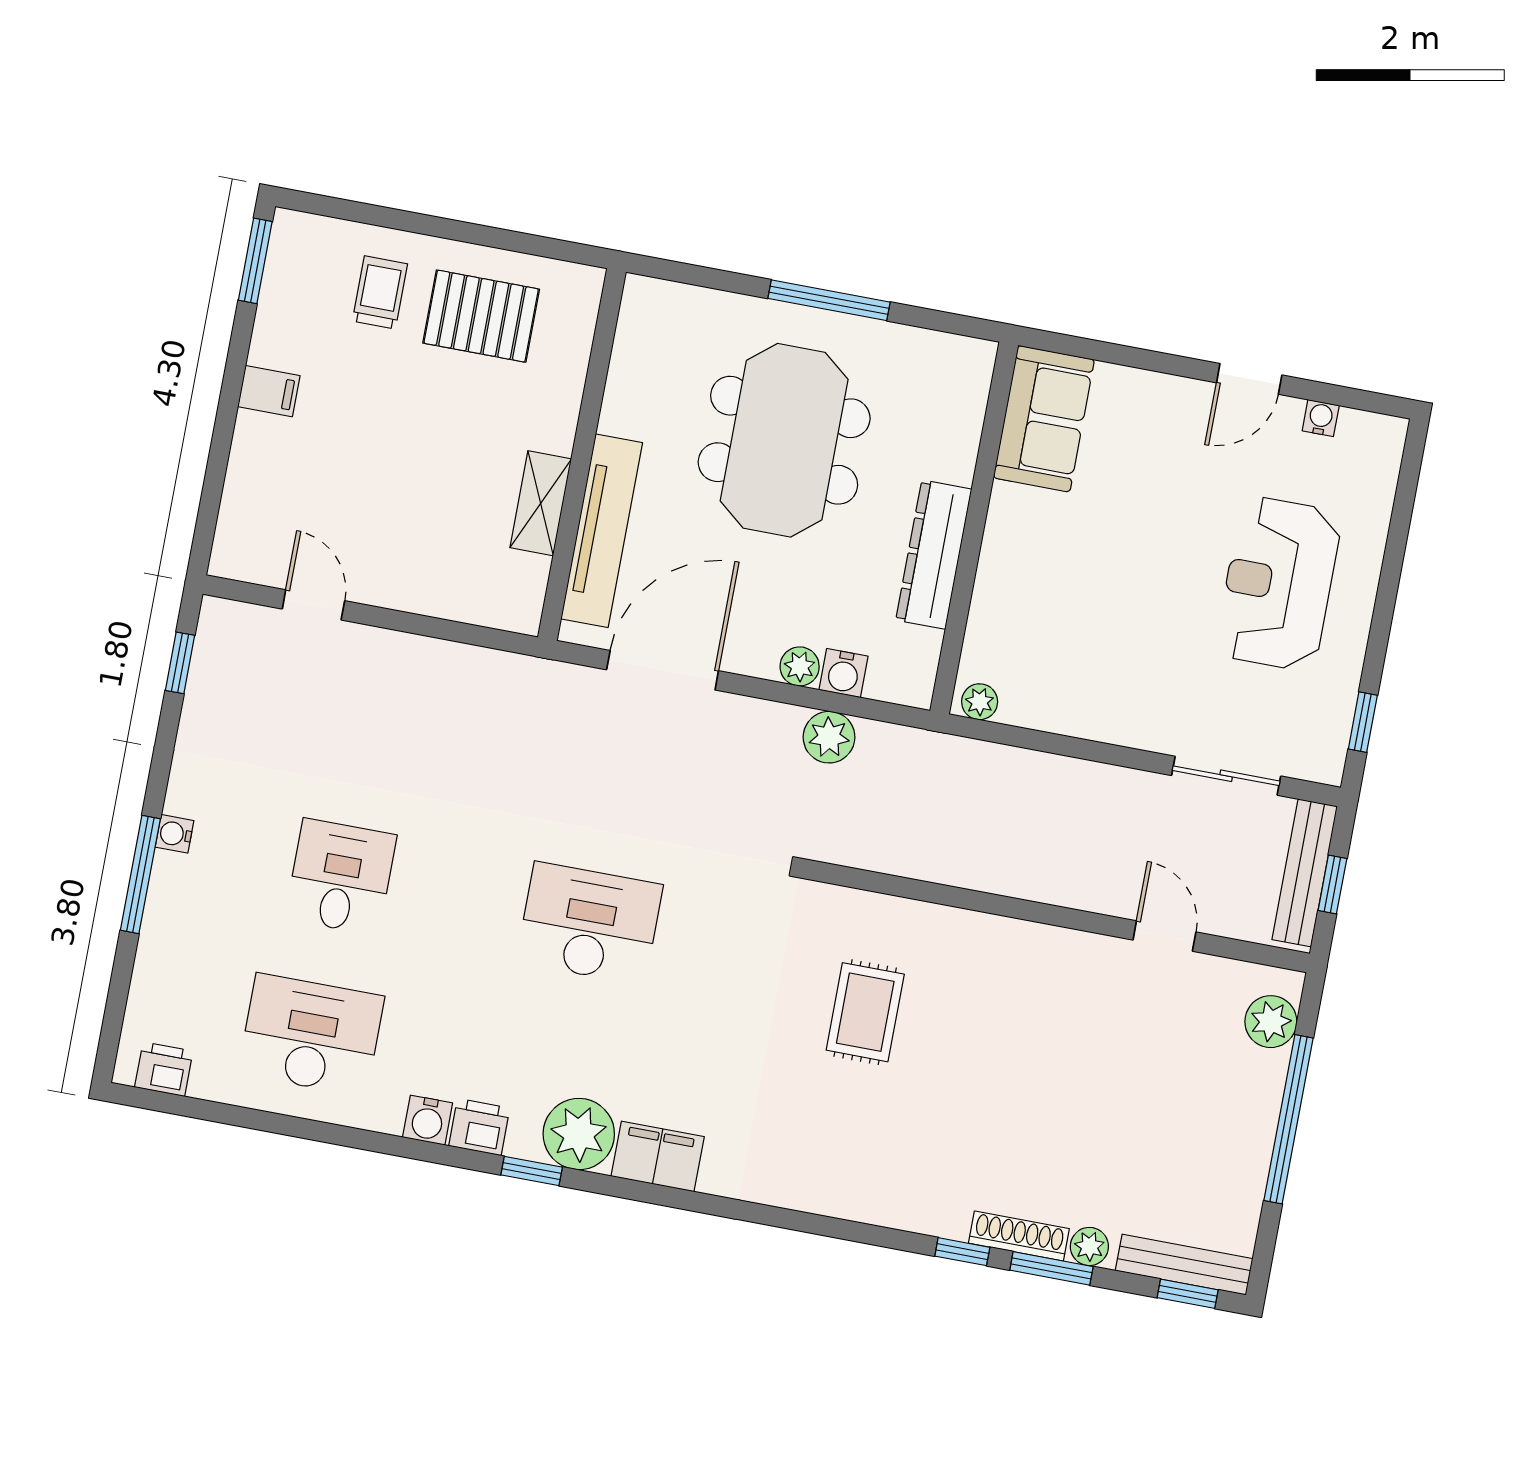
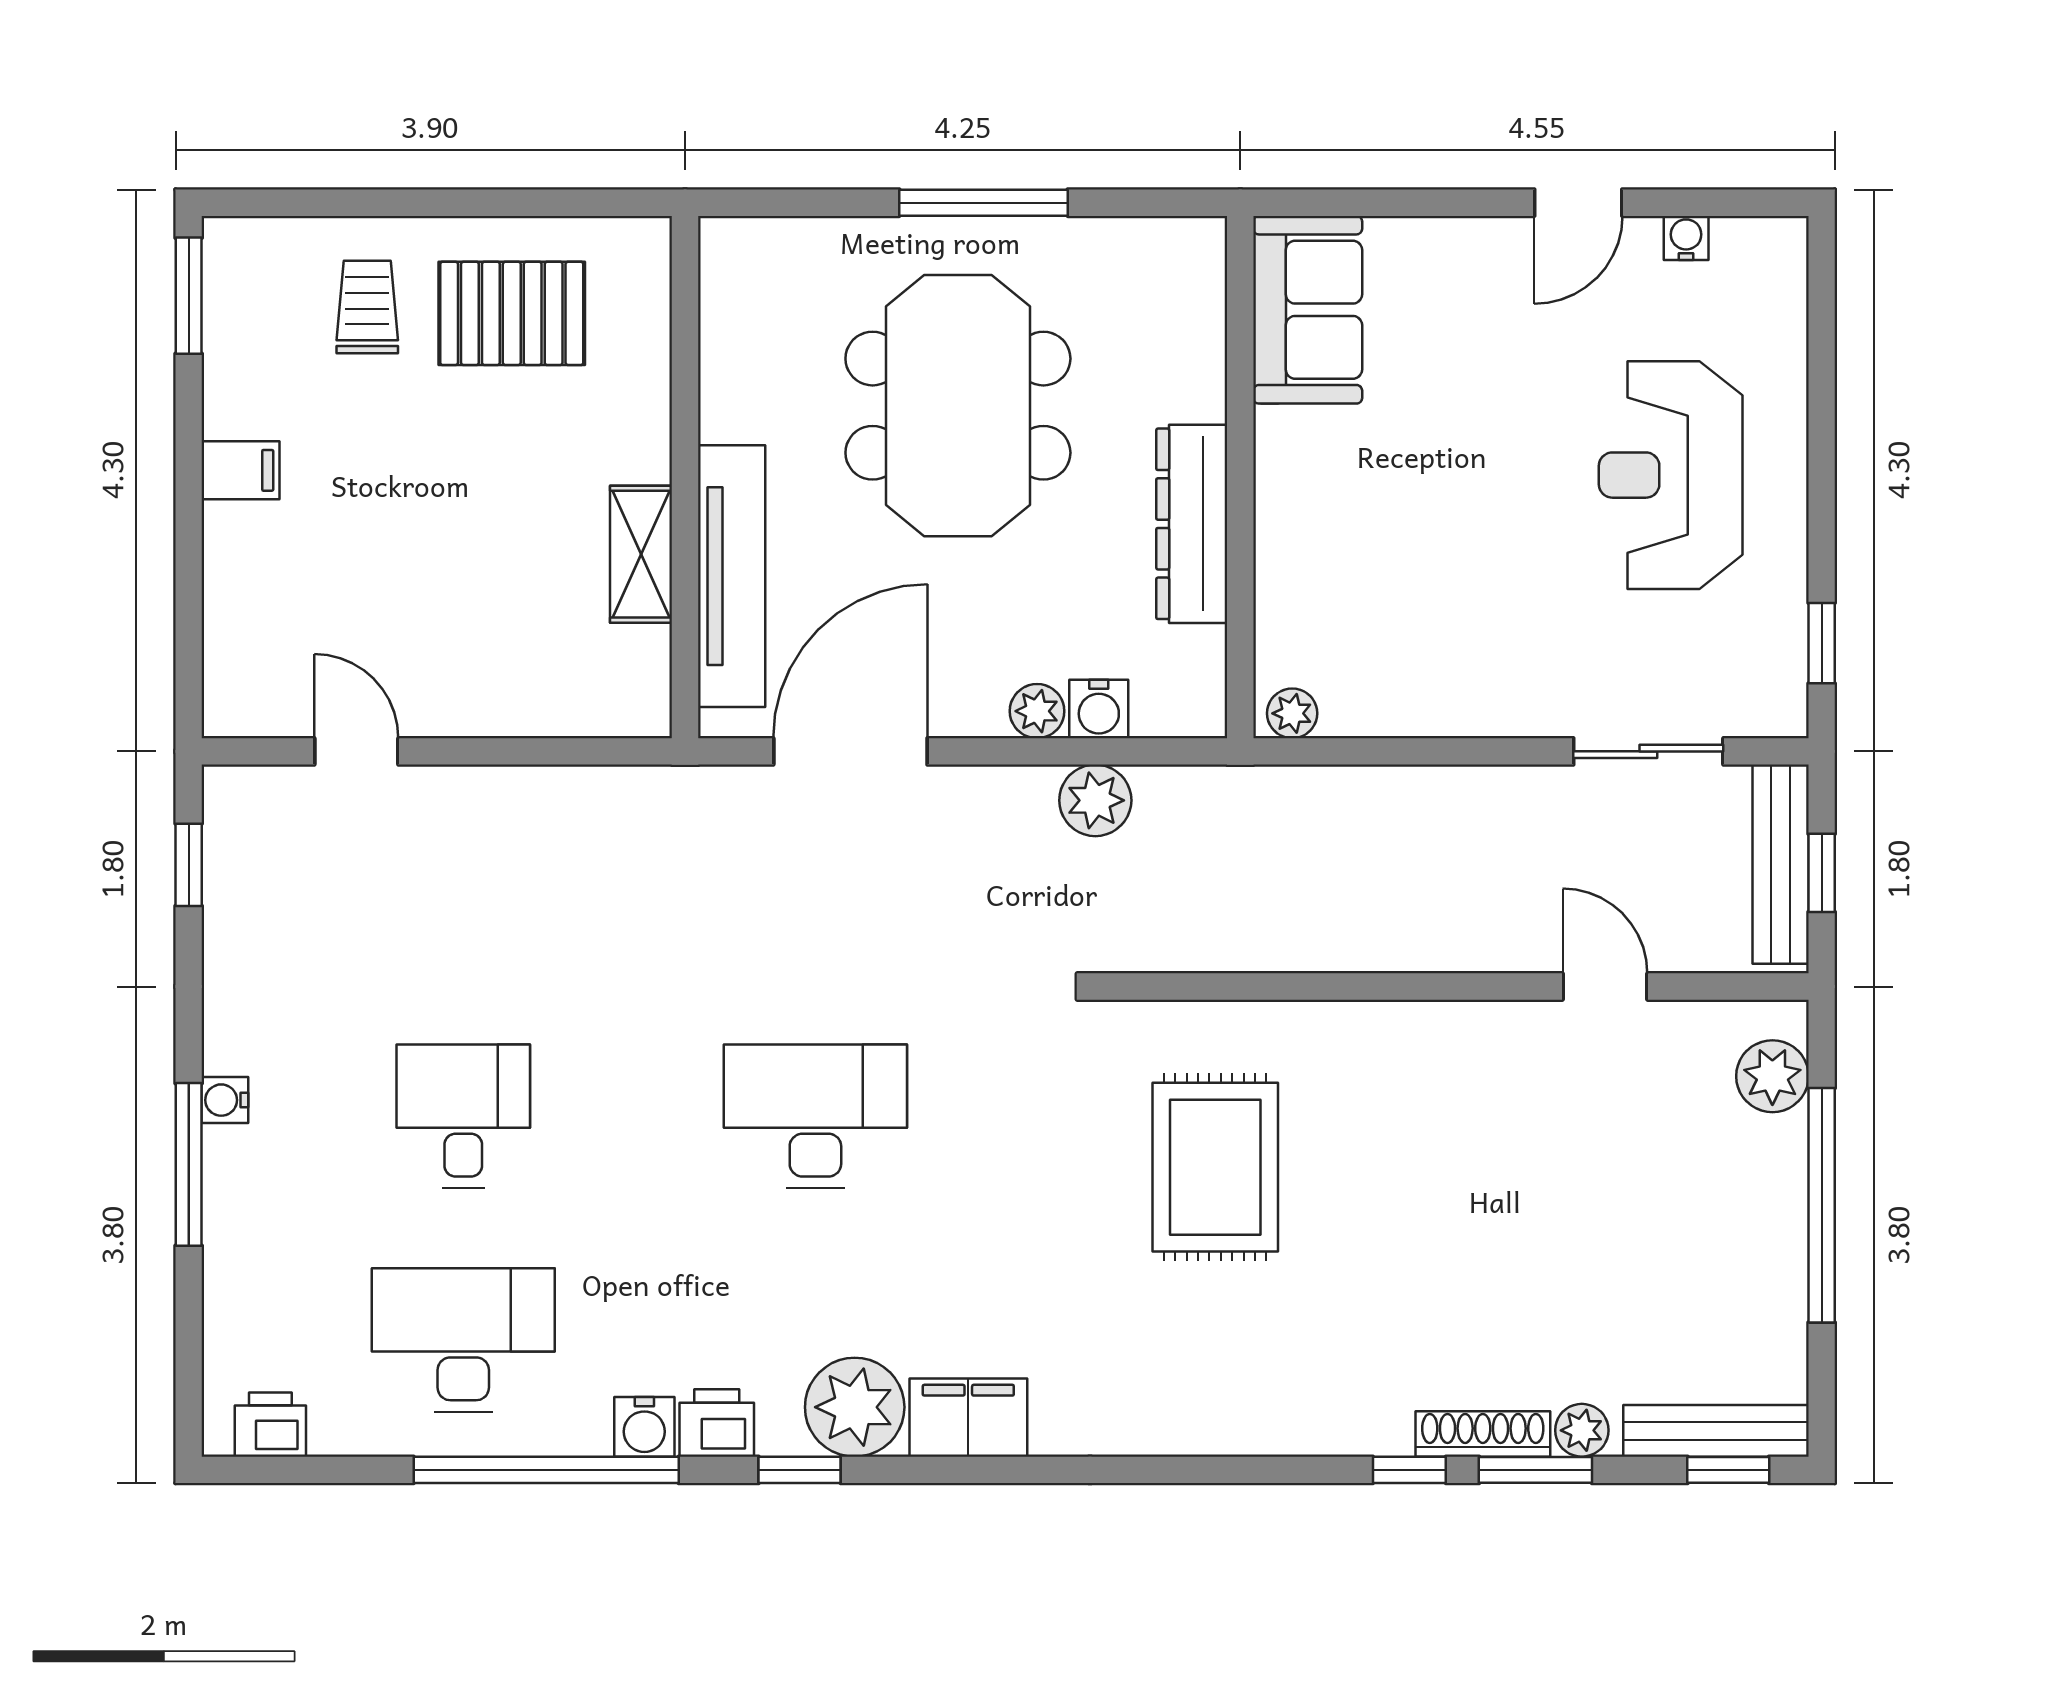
rug: (865, 1012) -> (1215, 1167), width x1.36, depth x1.43
window: (353, 1138) -> (546, 1470), added

